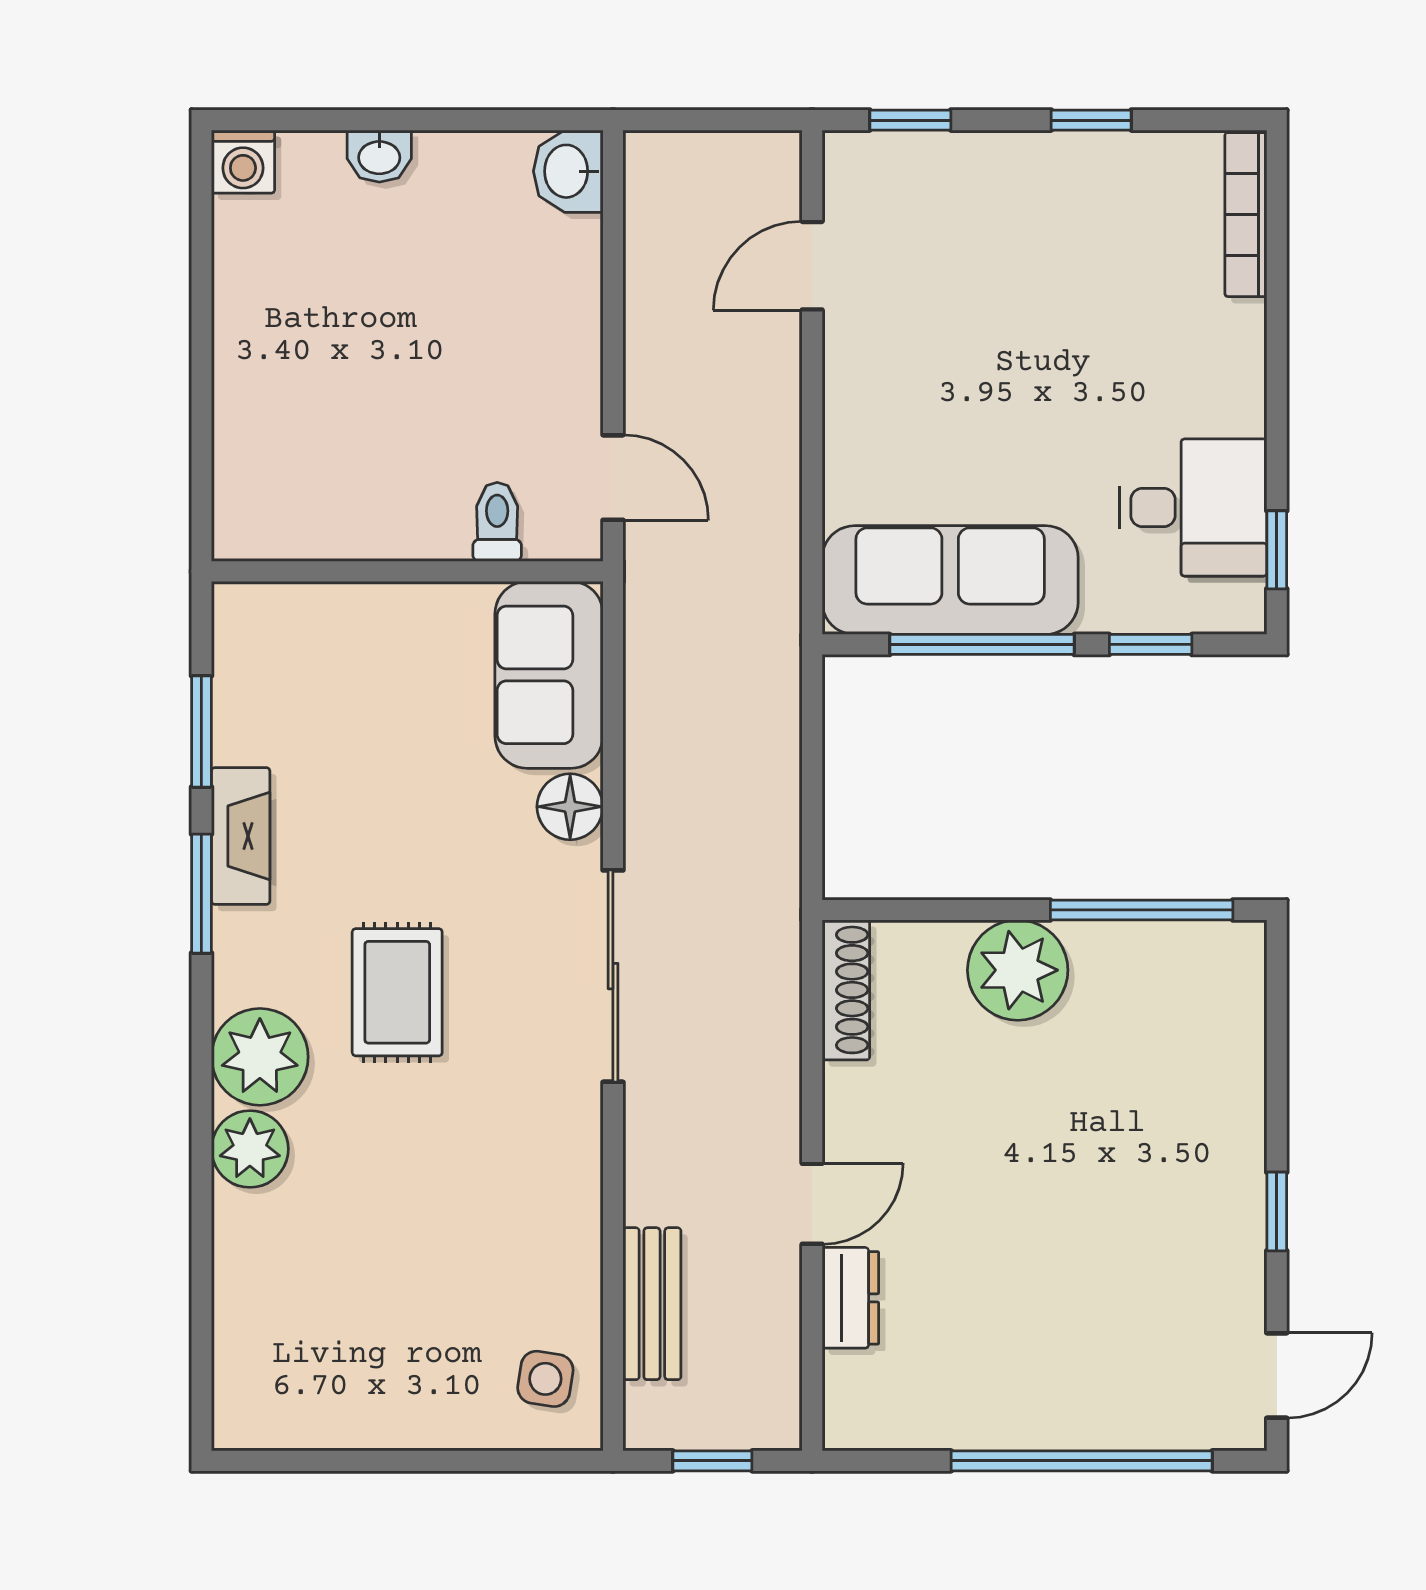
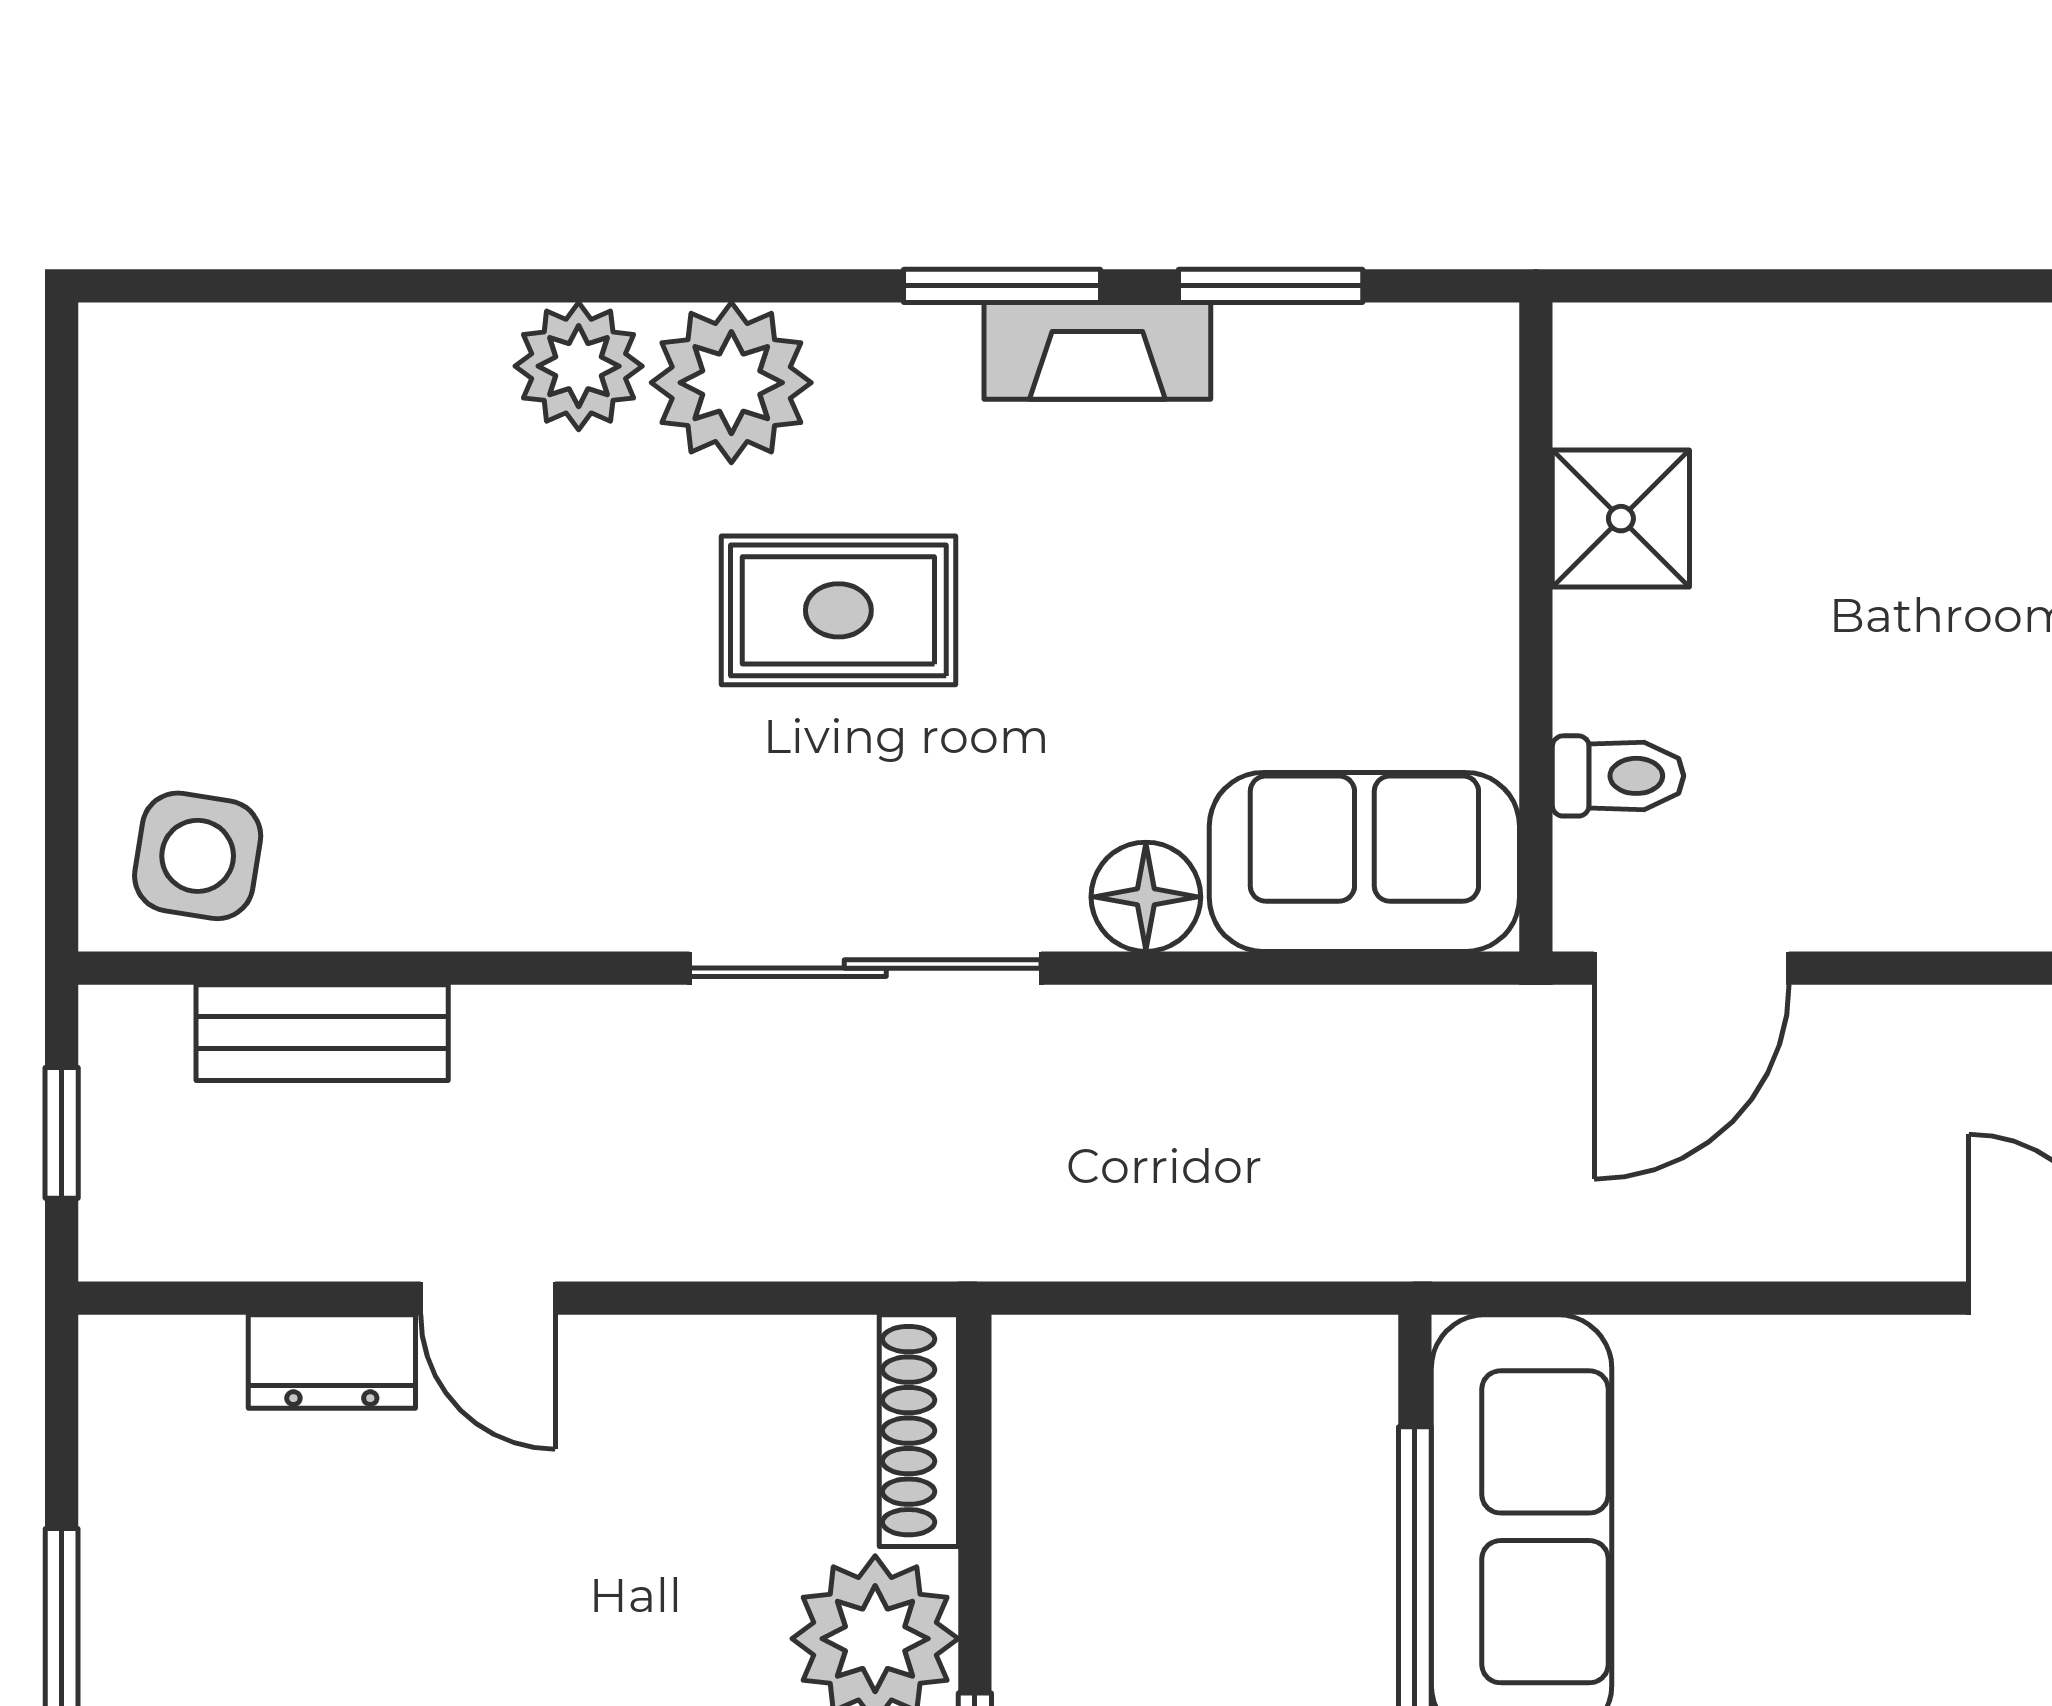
door: (613, 478) -> (1691, 968), width x1.38
shower: (342, 520) -> (1621, 519), added
shoe rack: (846, 990) -> (919, 1431), moved, turned 90
side table: (545, 1379) -> (198, 856), width x1.37, depth x1.37

